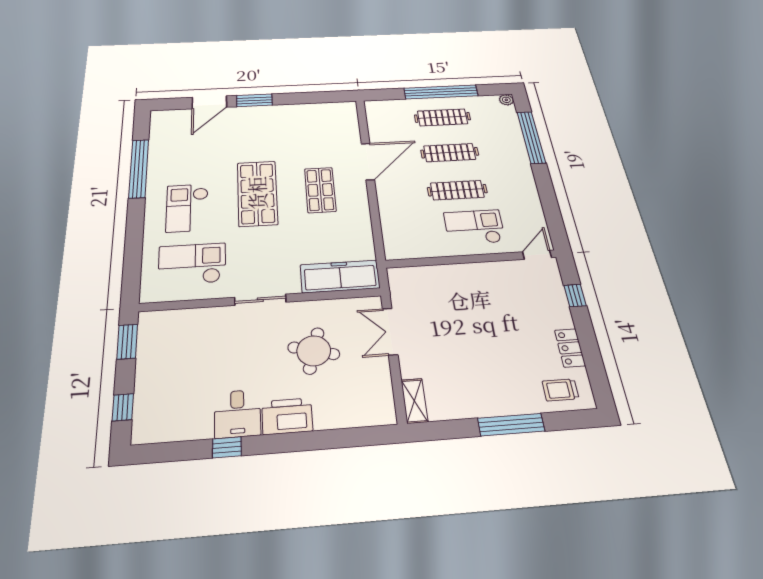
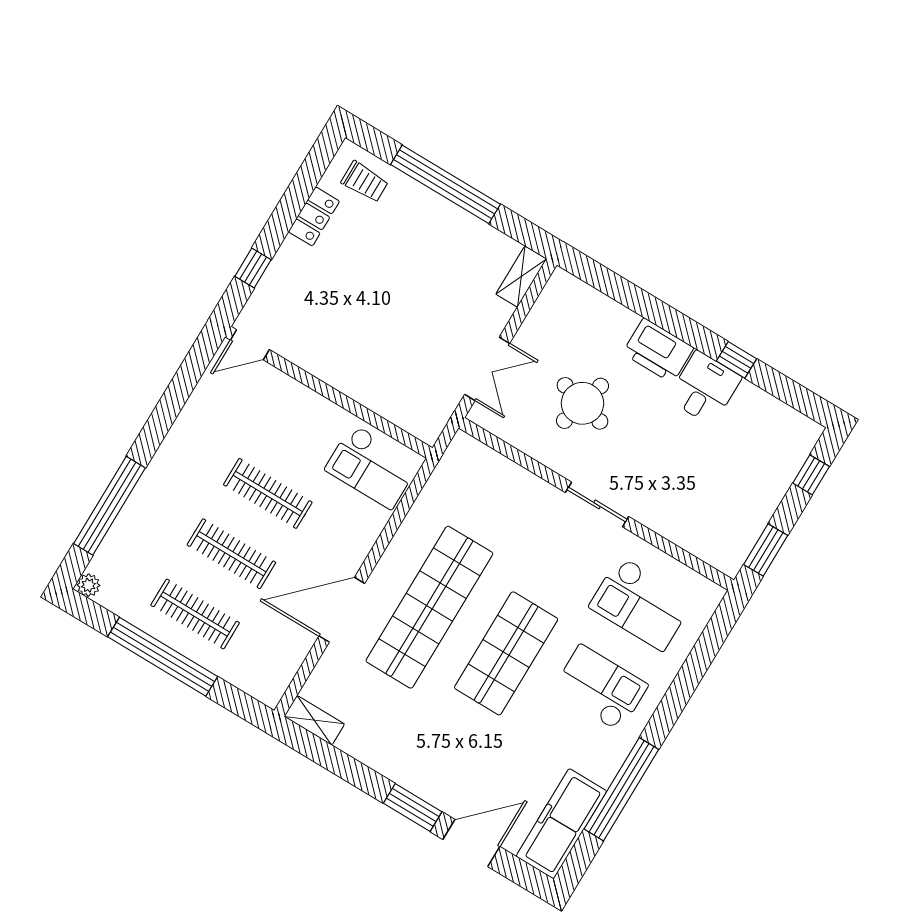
shelving: (339, 108) -> (314, 720), added
shop shelf: (320, 190) -> (429, 607), width x2.00, depth x1.36
checkout: (187, 208) -> (600, 688), turned -90
checkout: (474, 227) -> (372, 467), moved
freezer: (340, 276) -> (561, 824), moved, turned 90
window: (511, 425) -> (445, 184), width x1.46

